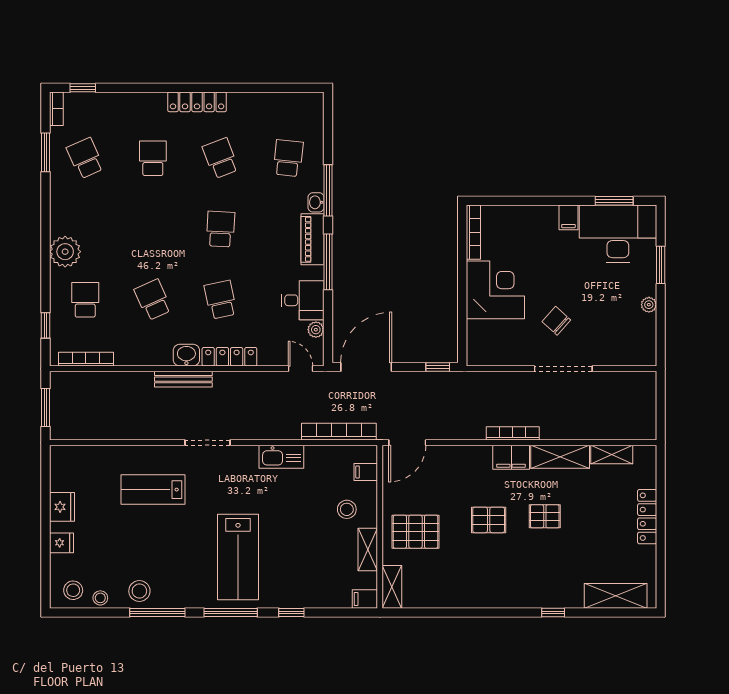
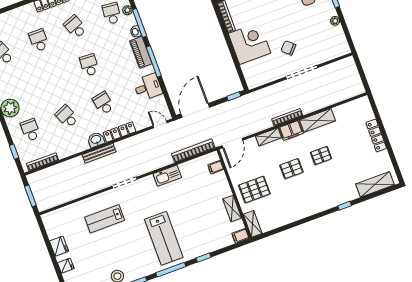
plant: (316, 330) -> (127, 10), moved
shelving: (612, 454) -> (269, 137), moved
stool: (347, 509) -> (213, 191), removed

